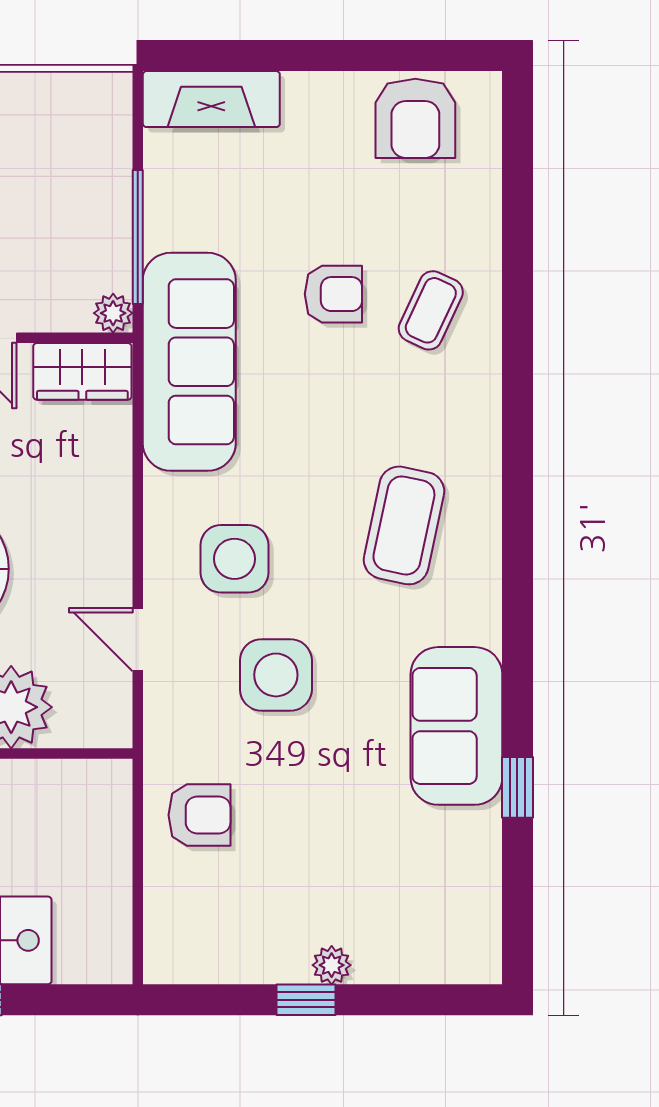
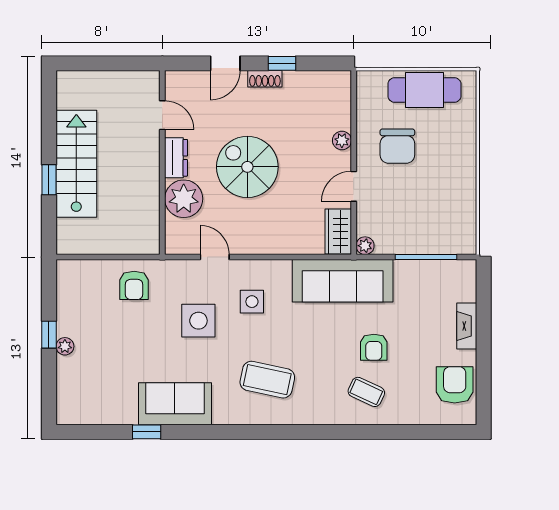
fireplace: (211, 99) -> (467, 326), moved, width x0.73, depth x0.76
armchair: (415, 118) -> (455, 385), turned 90
window: (138, 237) -> (426, 257), moved
side table: (234, 559) -> (252, 302), width x0.73, depth x0.73
door: (138, 640) -> (215, 257), hinge flipped

